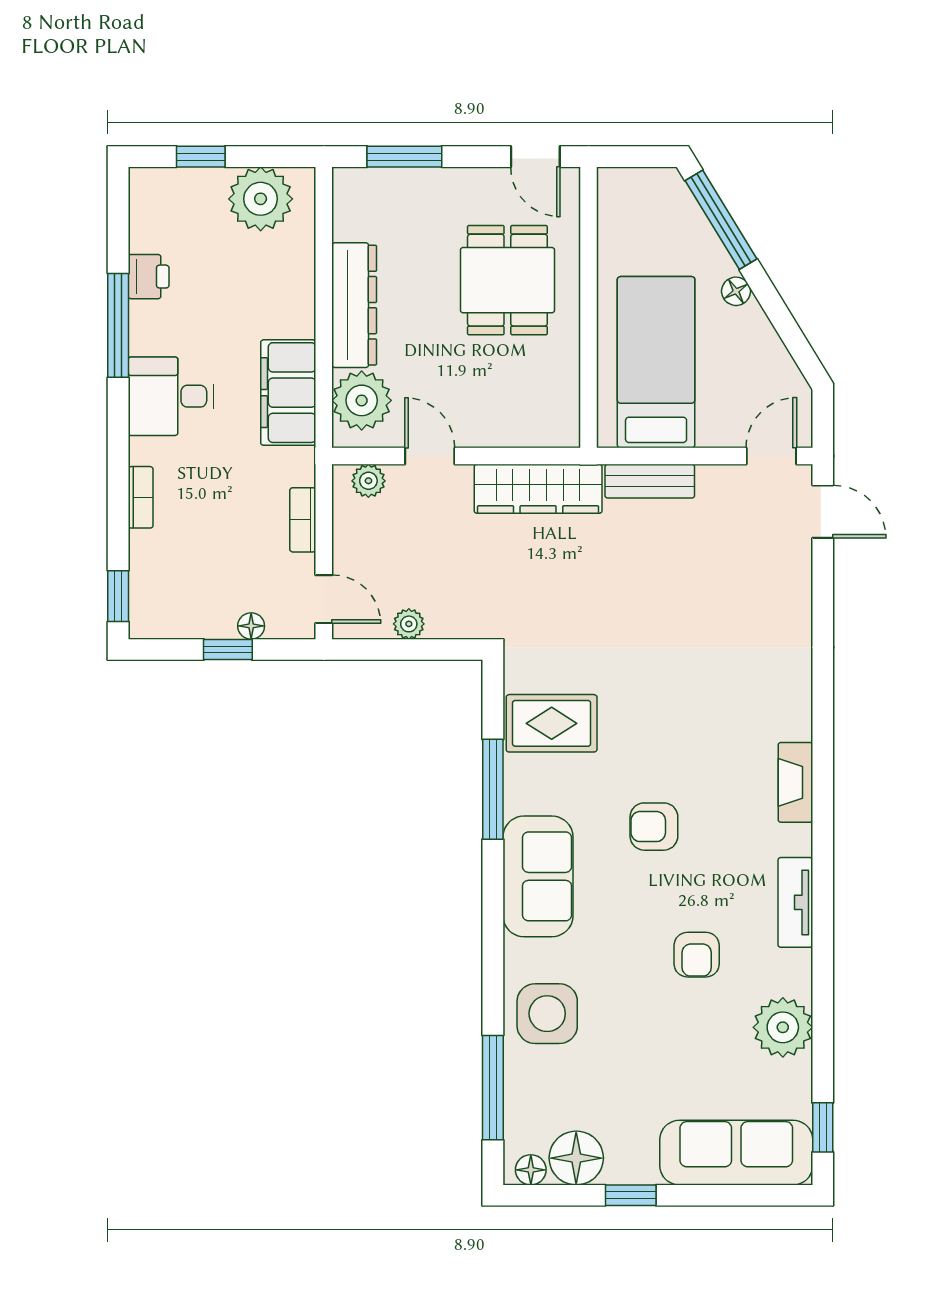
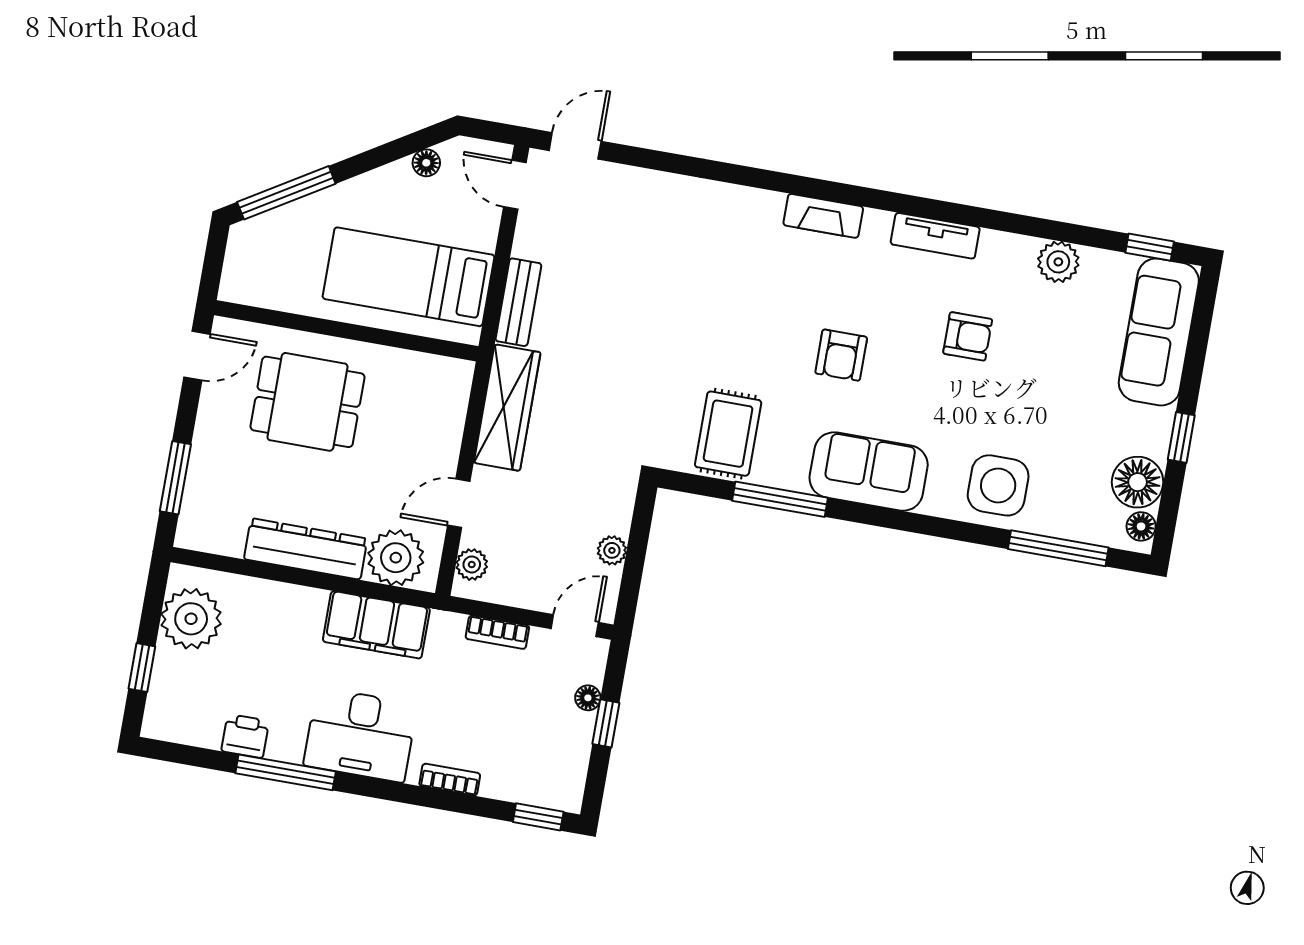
floor lamp: (736, 291) -> (426, 163), moved
desk: (171, 396) -> (360, 735), width x1.37
plant: (783, 1027) -> (1058, 262), width x0.73, depth x0.73

